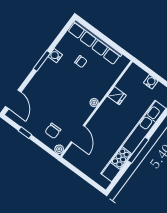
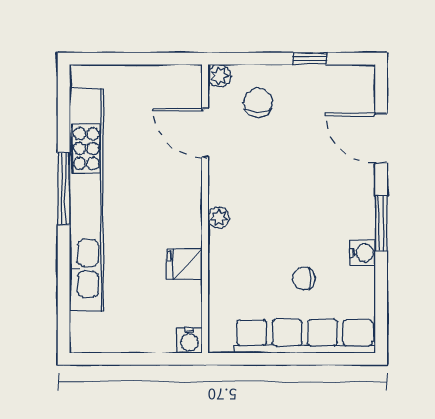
water cooler: (151, 82) -> (189, 340), moved
door: (13, 99) -> (381, 138), moved

